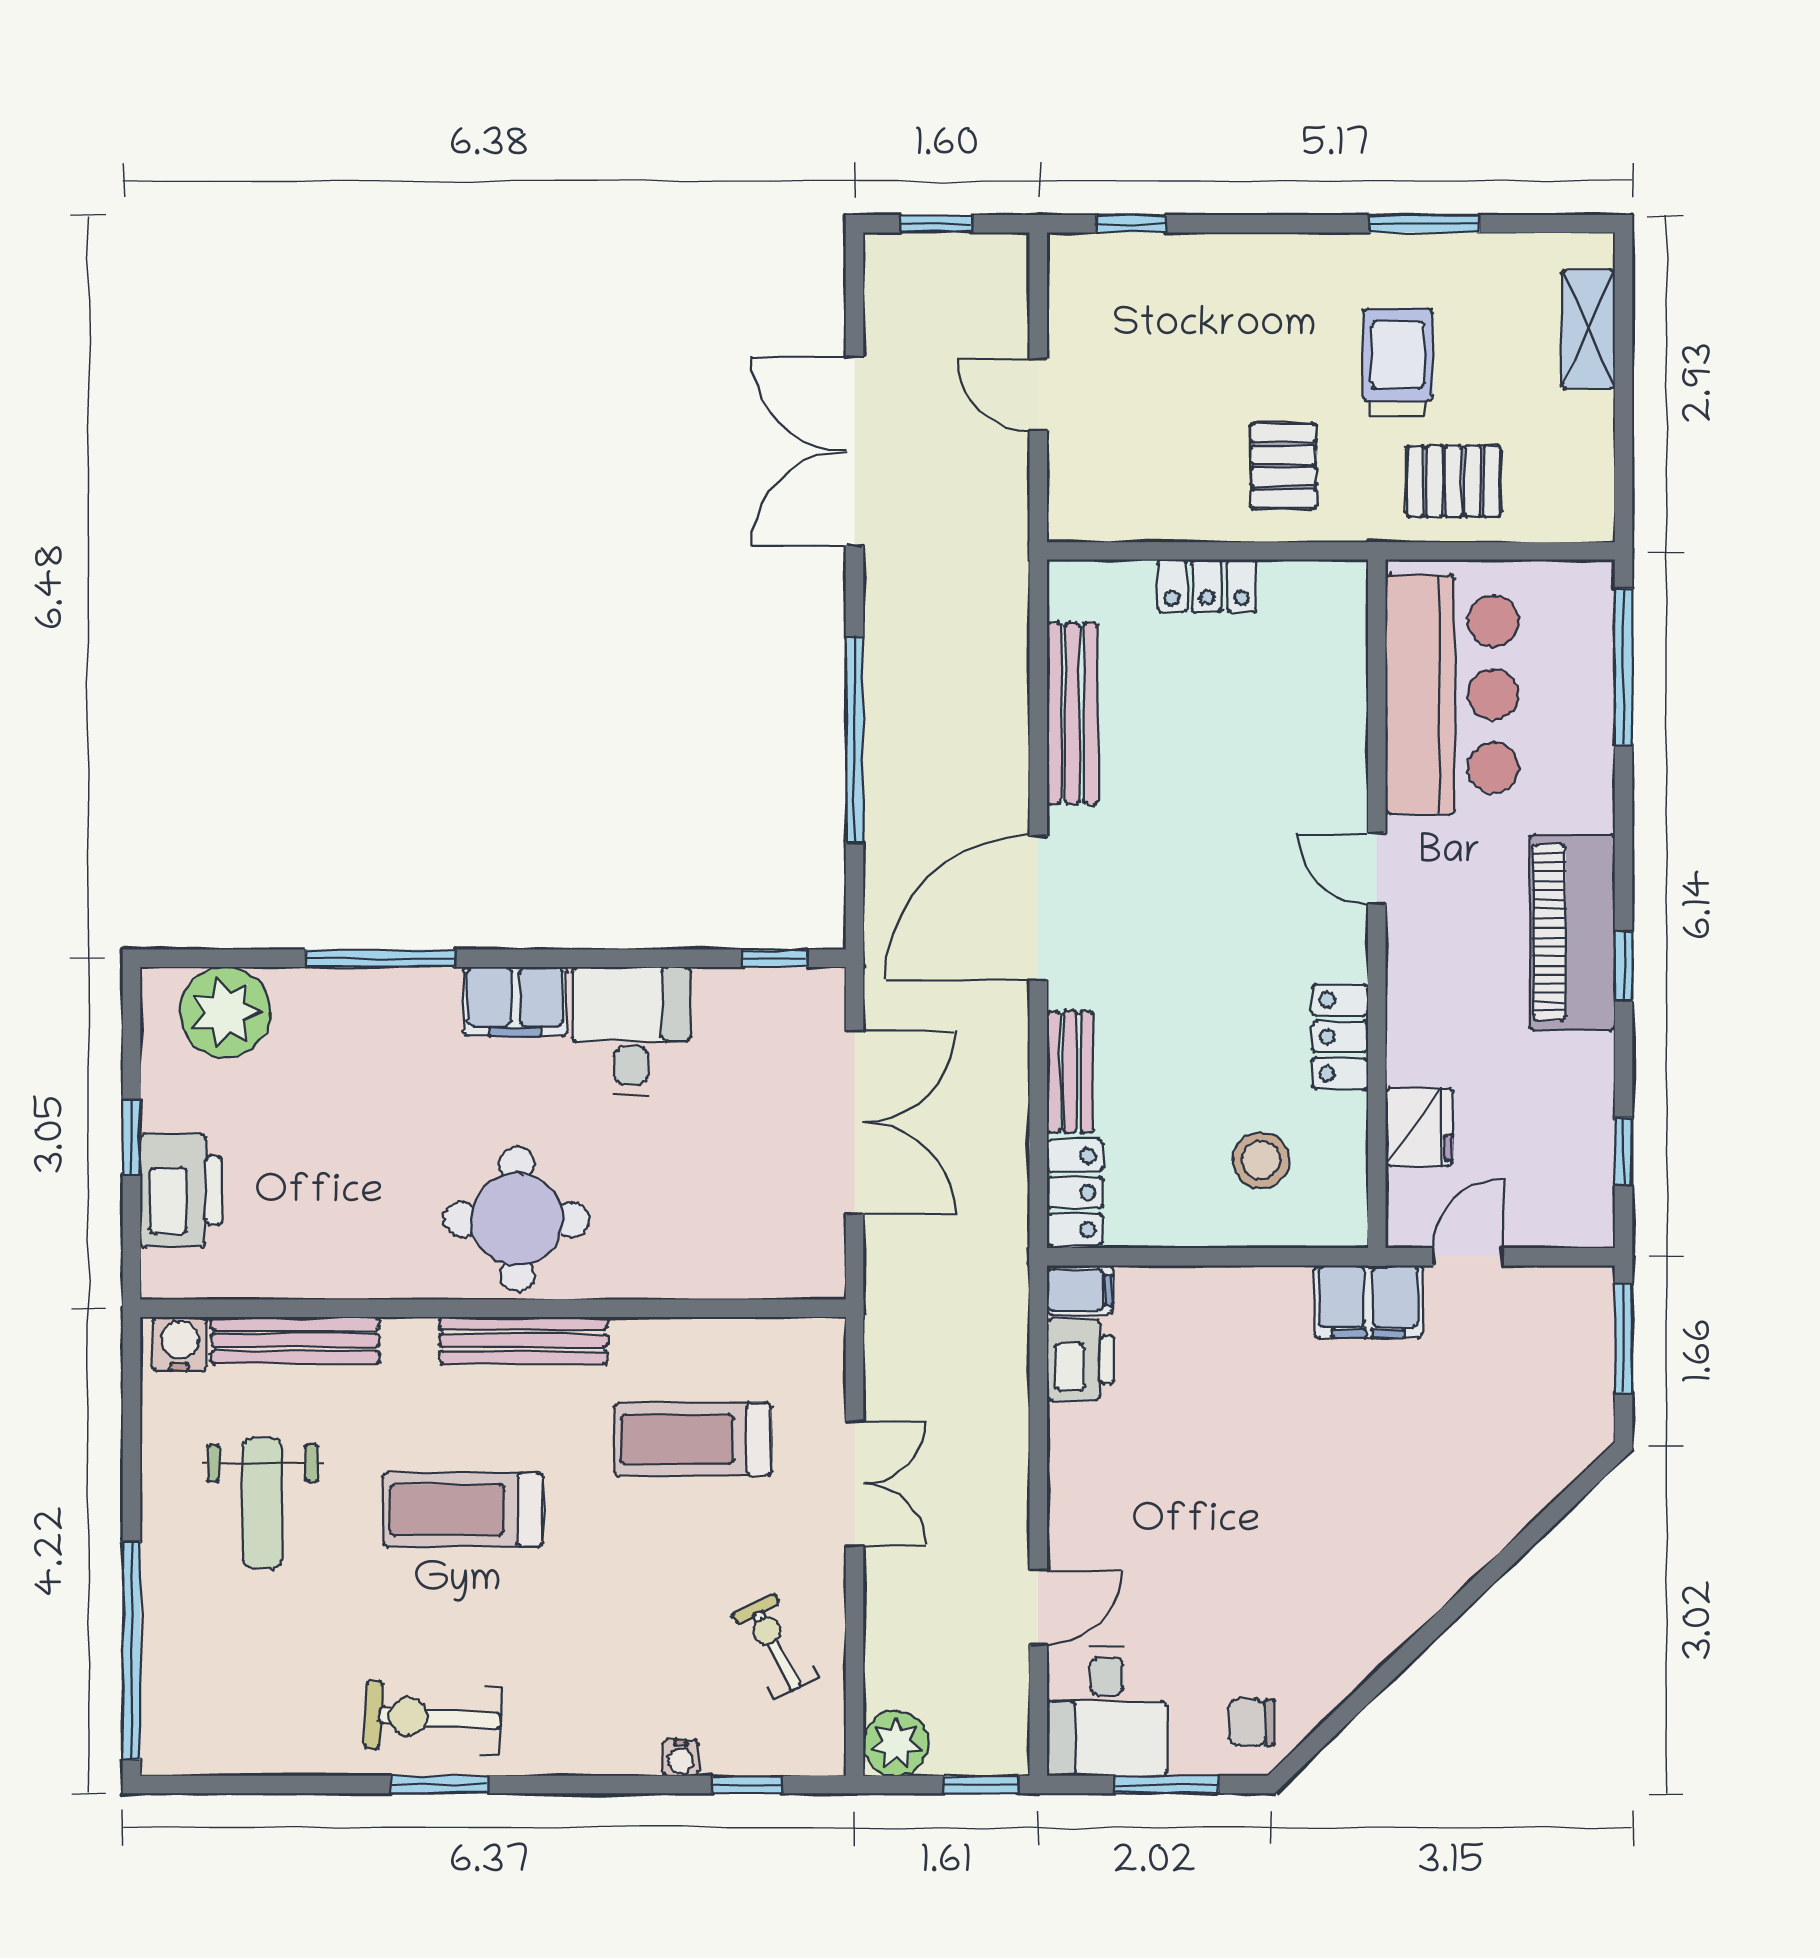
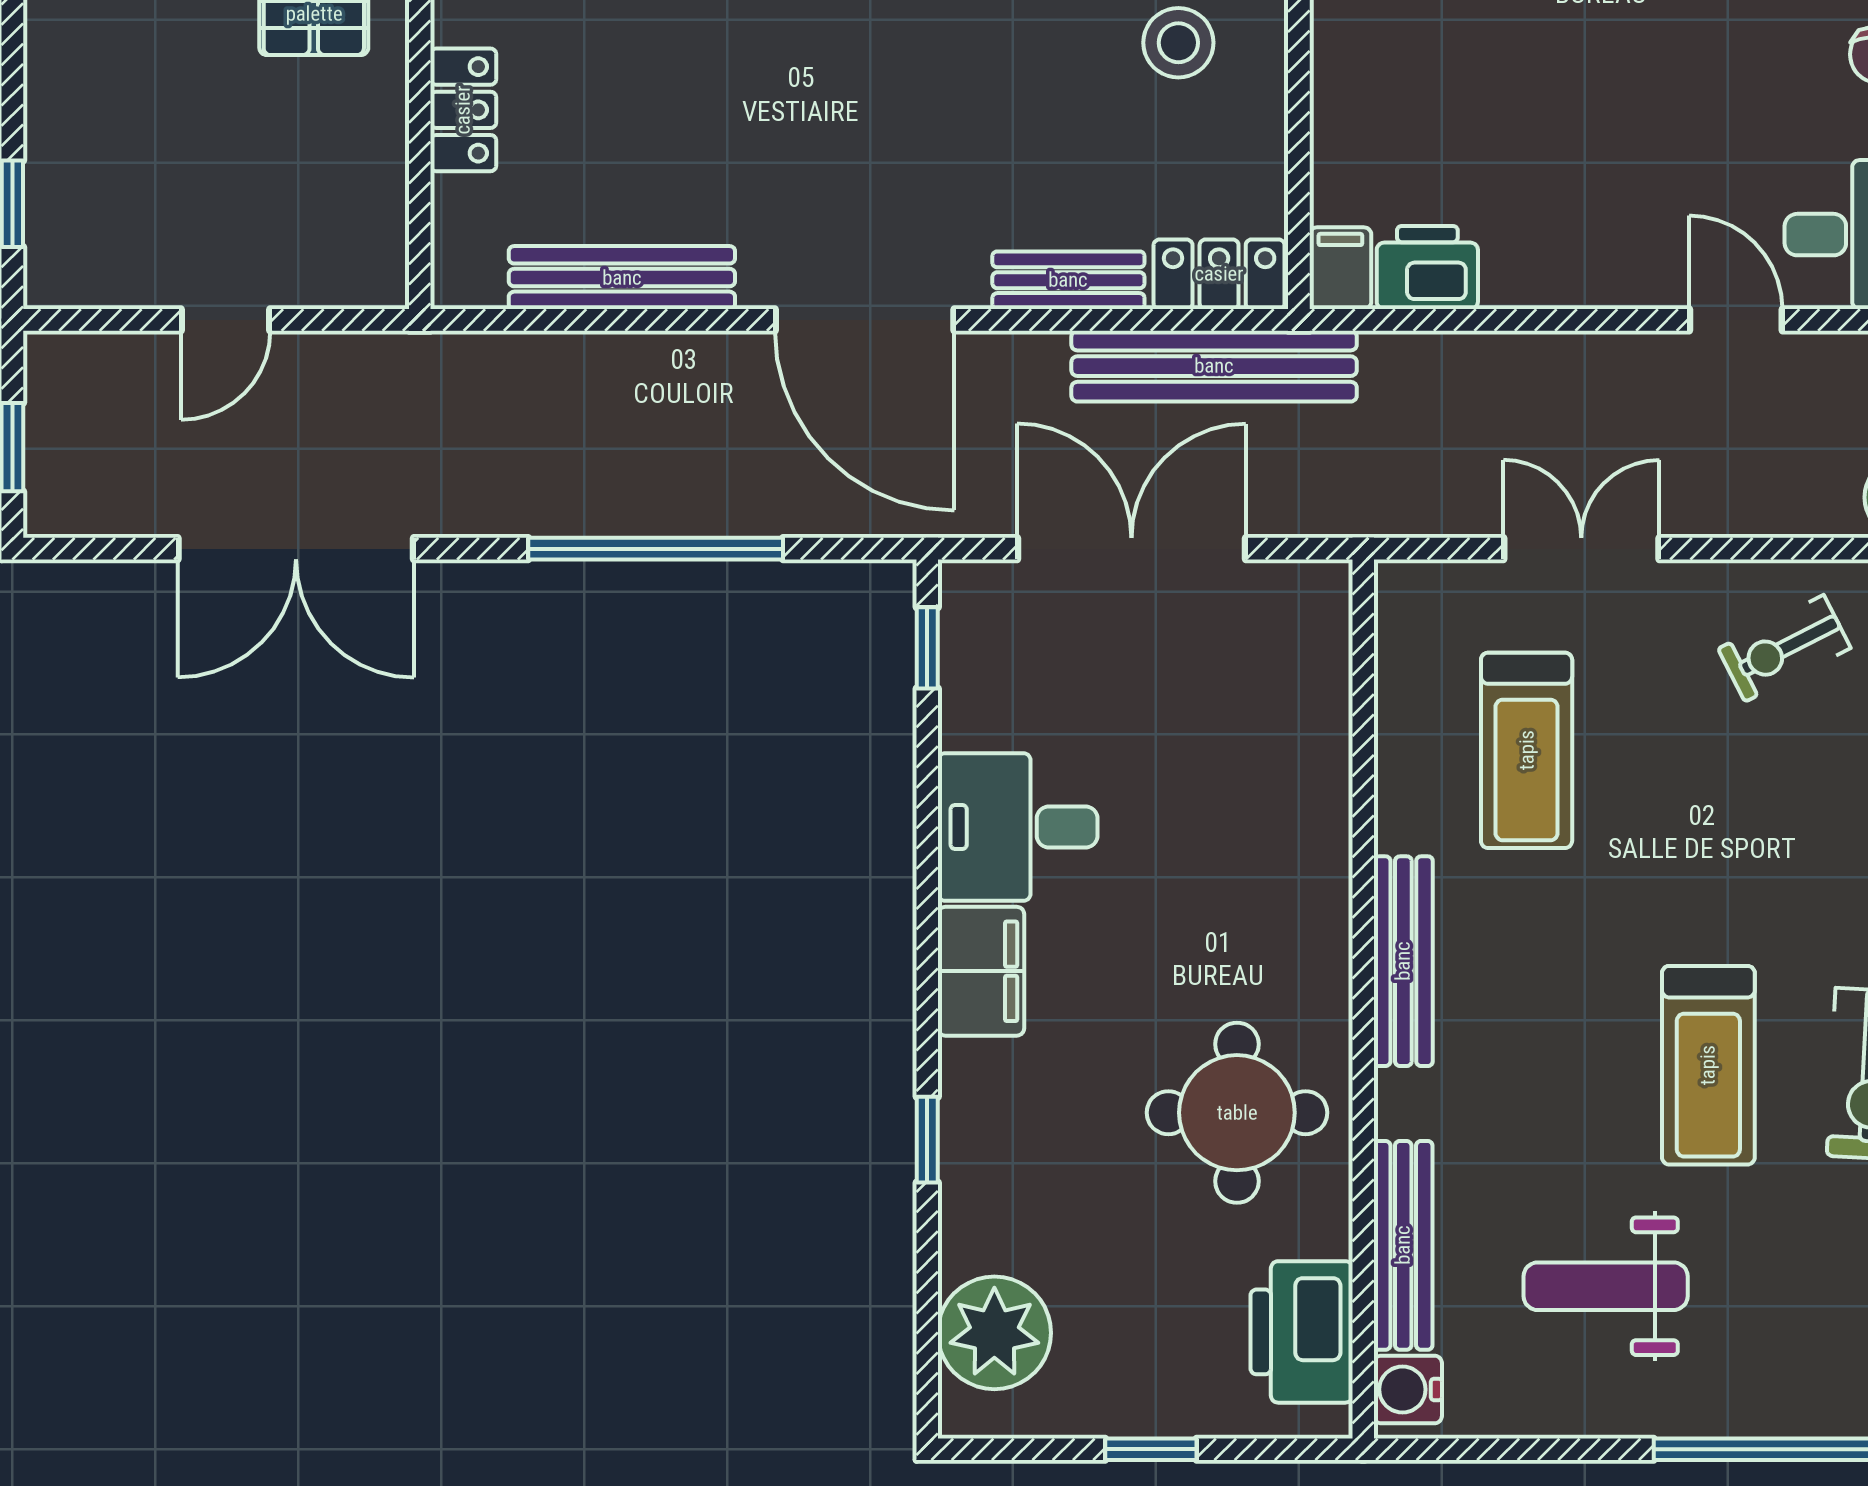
window: (380, 958) -> (927, 1140), width x0.46
bench: (1001, 1189) -> (1214, 366), added
printer: (181, 1191) -> (1302, 1332), moved, turned -90
round table: (517, 1219) -> (1237, 1113), moved
weight bench: (262, 1503) -> (1606, 1286), turned 180
treadmill: (463, 1510) -> (1708, 1065), moved

